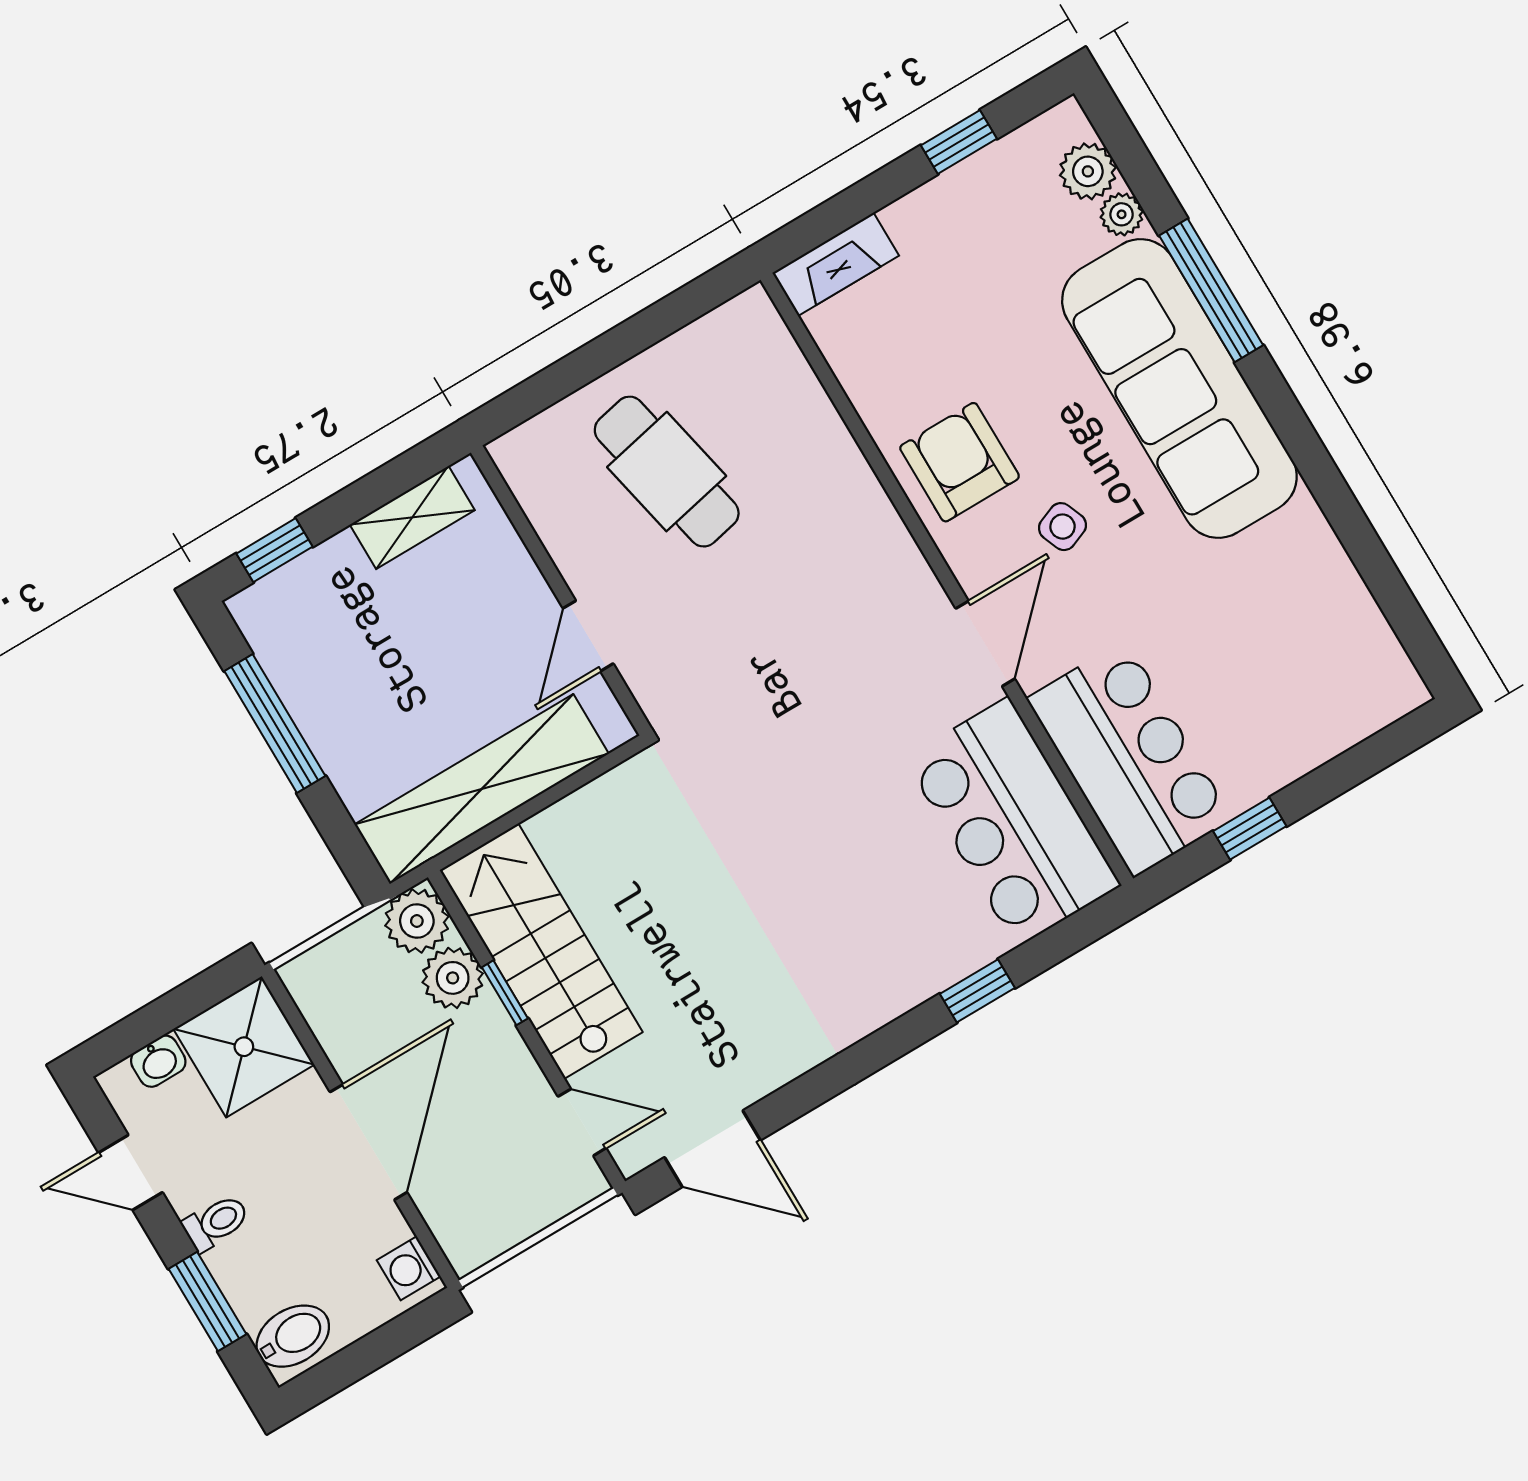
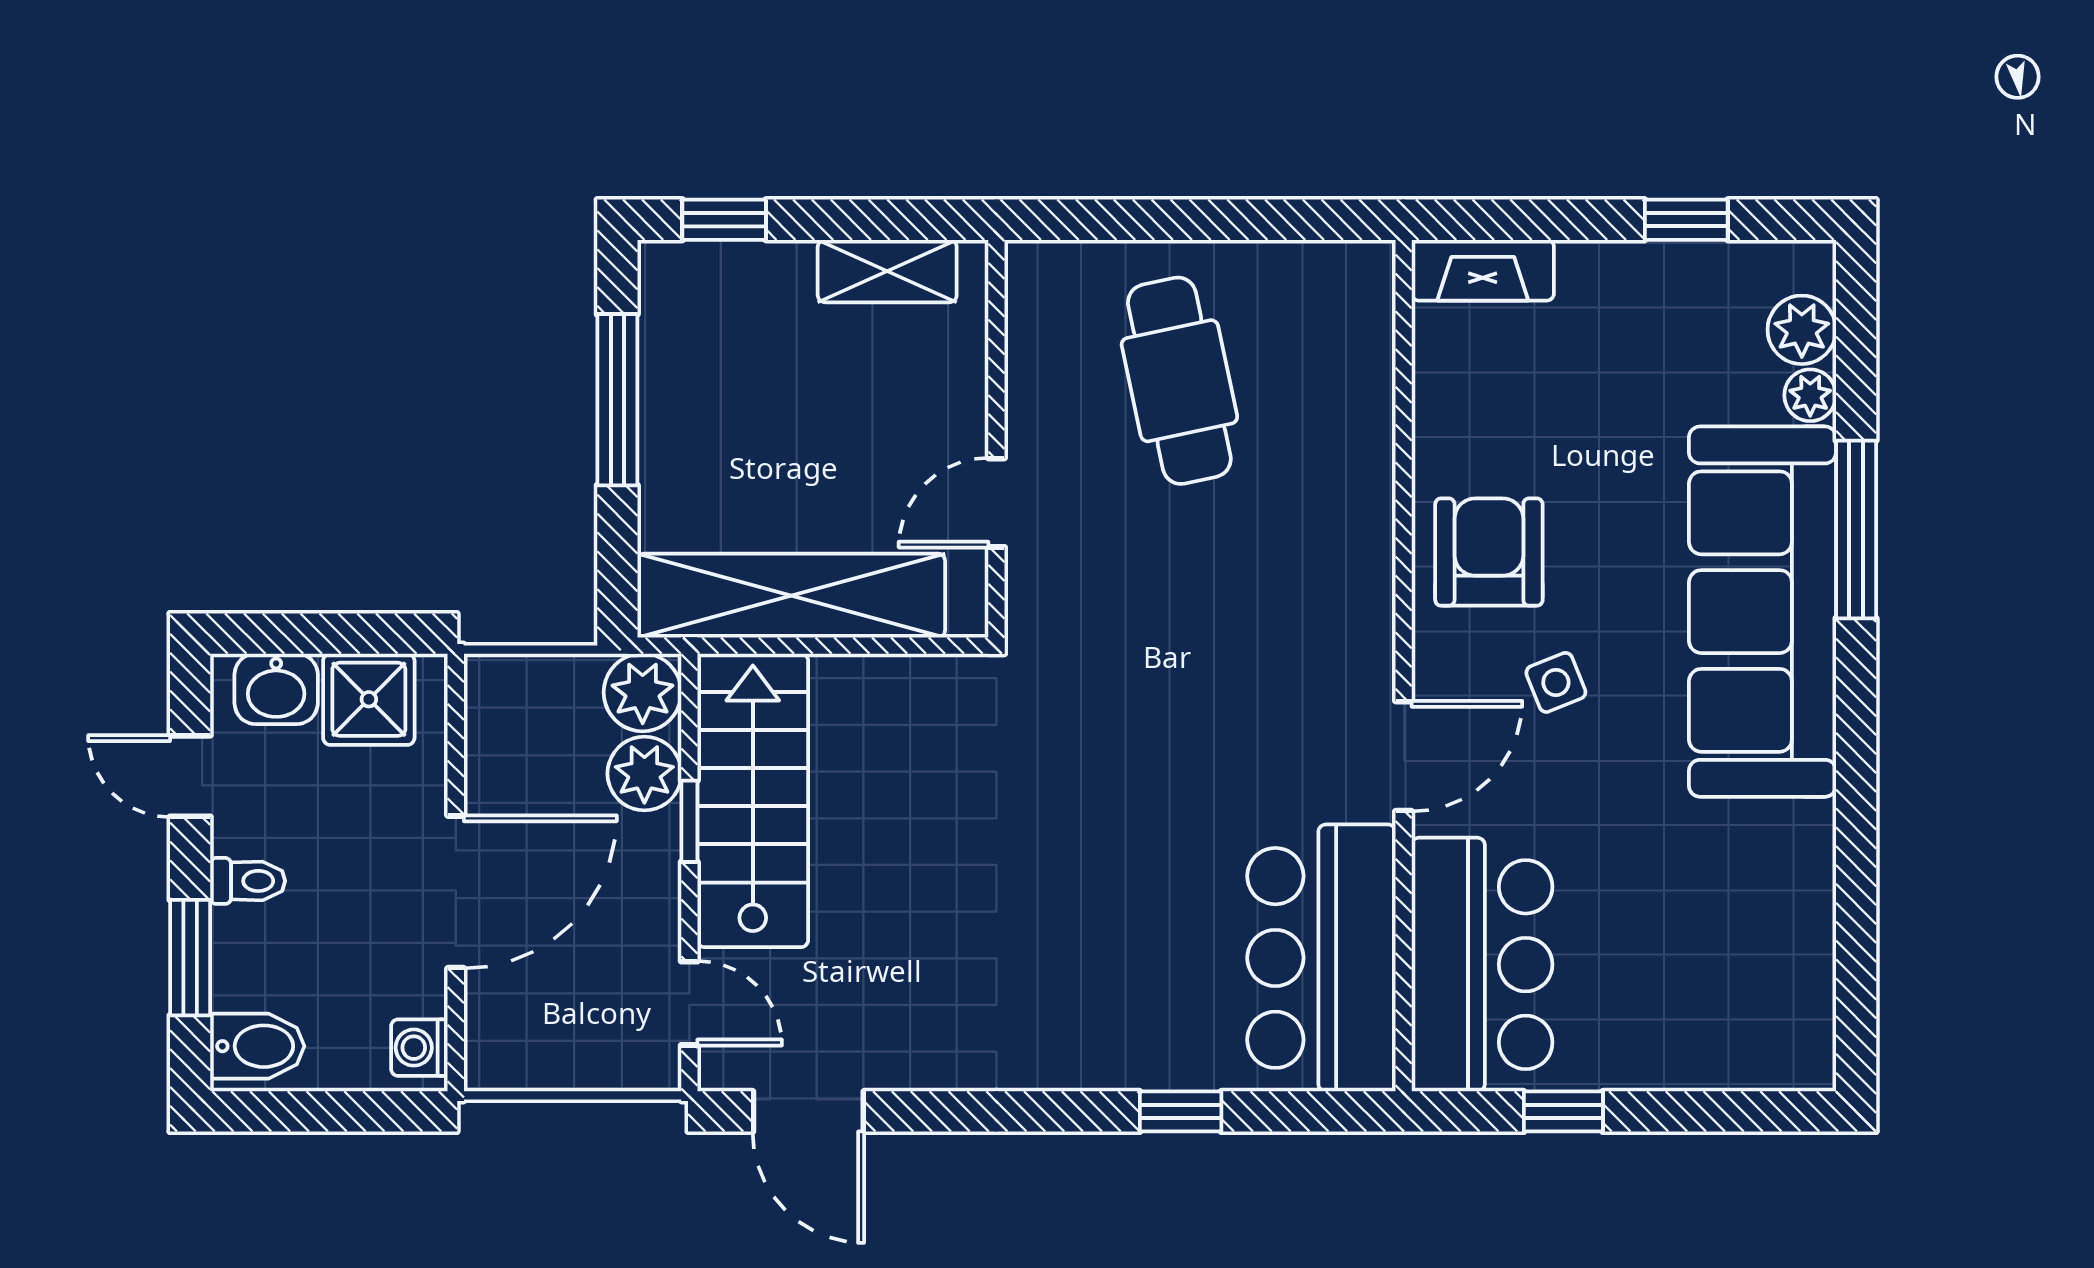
shower: (244, 1047) -> (369, 699), width x0.73, depth x0.73
washbasin: (158, 1061) -> (276, 689), width x1.38, depth x1.45

